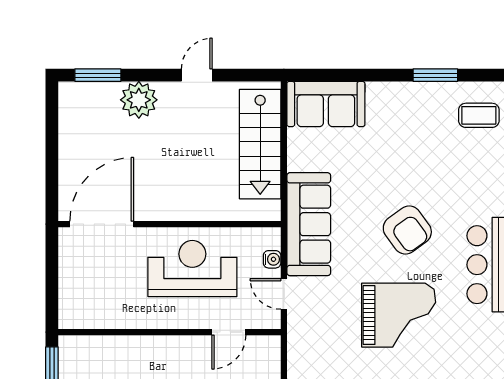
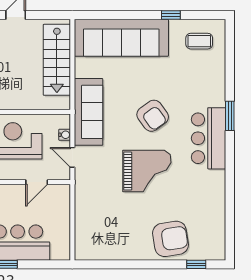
window: (435, 75) -> (171, 15), width x0.67
sofa: (326, 104) -> (121, 38), width x1.85, depth x1.27

